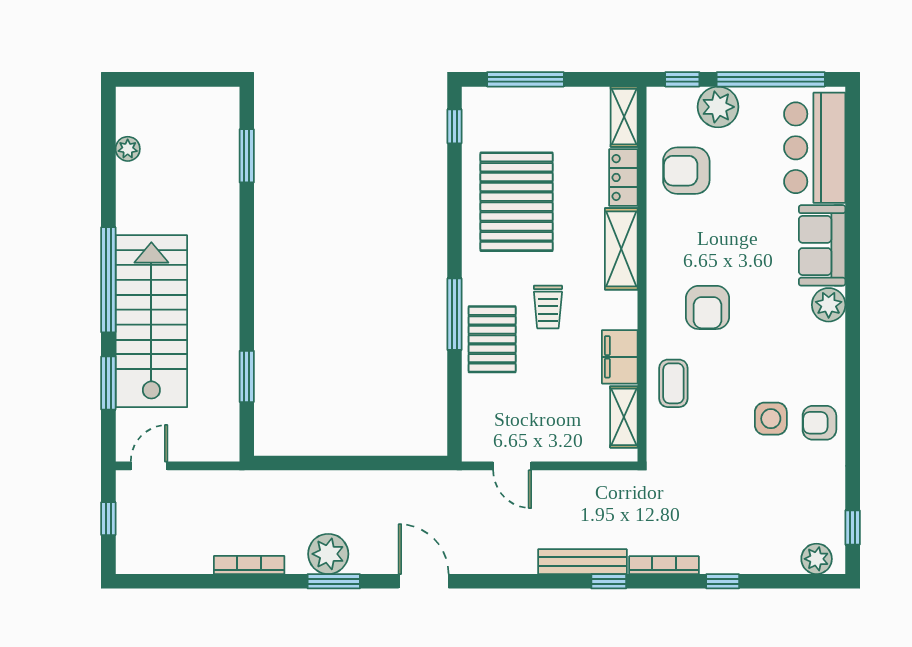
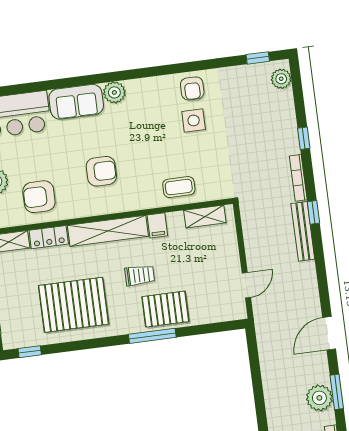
armchair: (686, 171) -> (39, 197), turned 90
shelving: (621, 249) -> (108, 231), width x1.47
armchair: (708, 307) -> (101, 171), moved
filing cabinet: (620, 357) -> (157, 225), width x0.50

